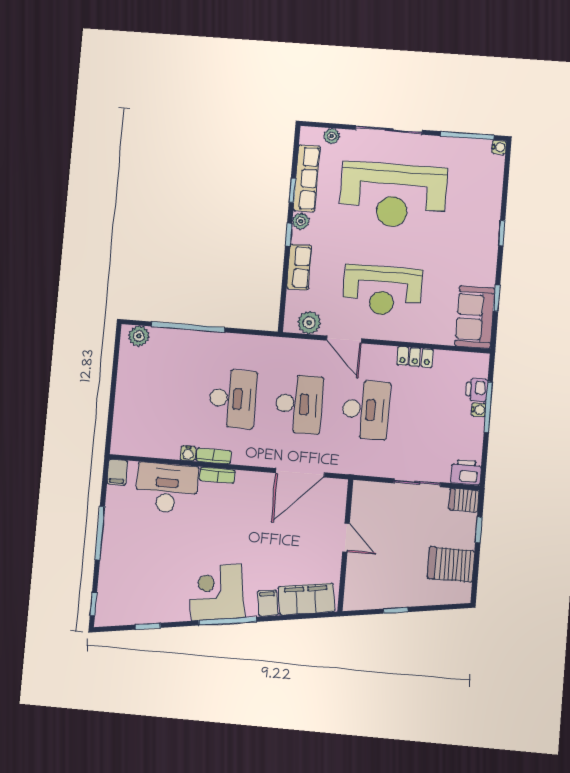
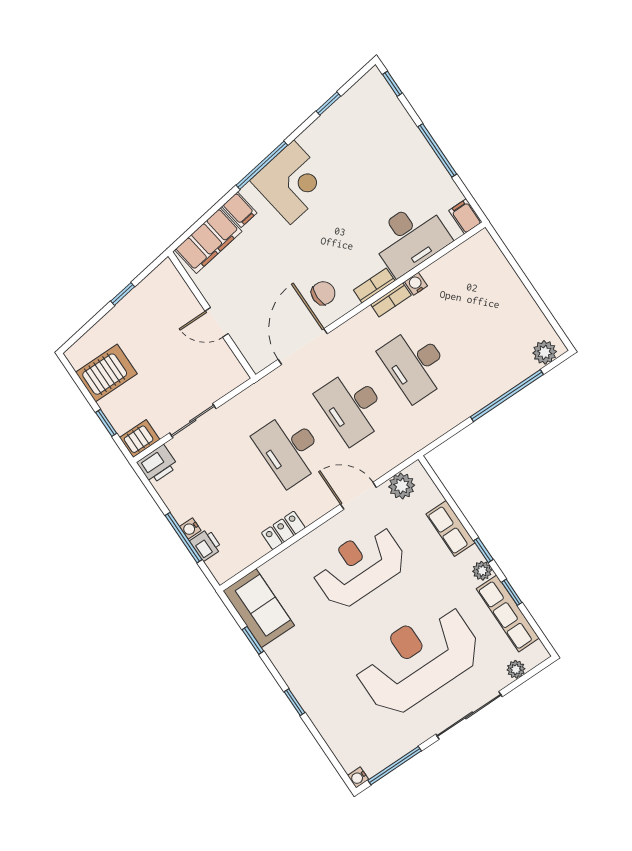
chair: (256, 498) -> (323, 293), added

